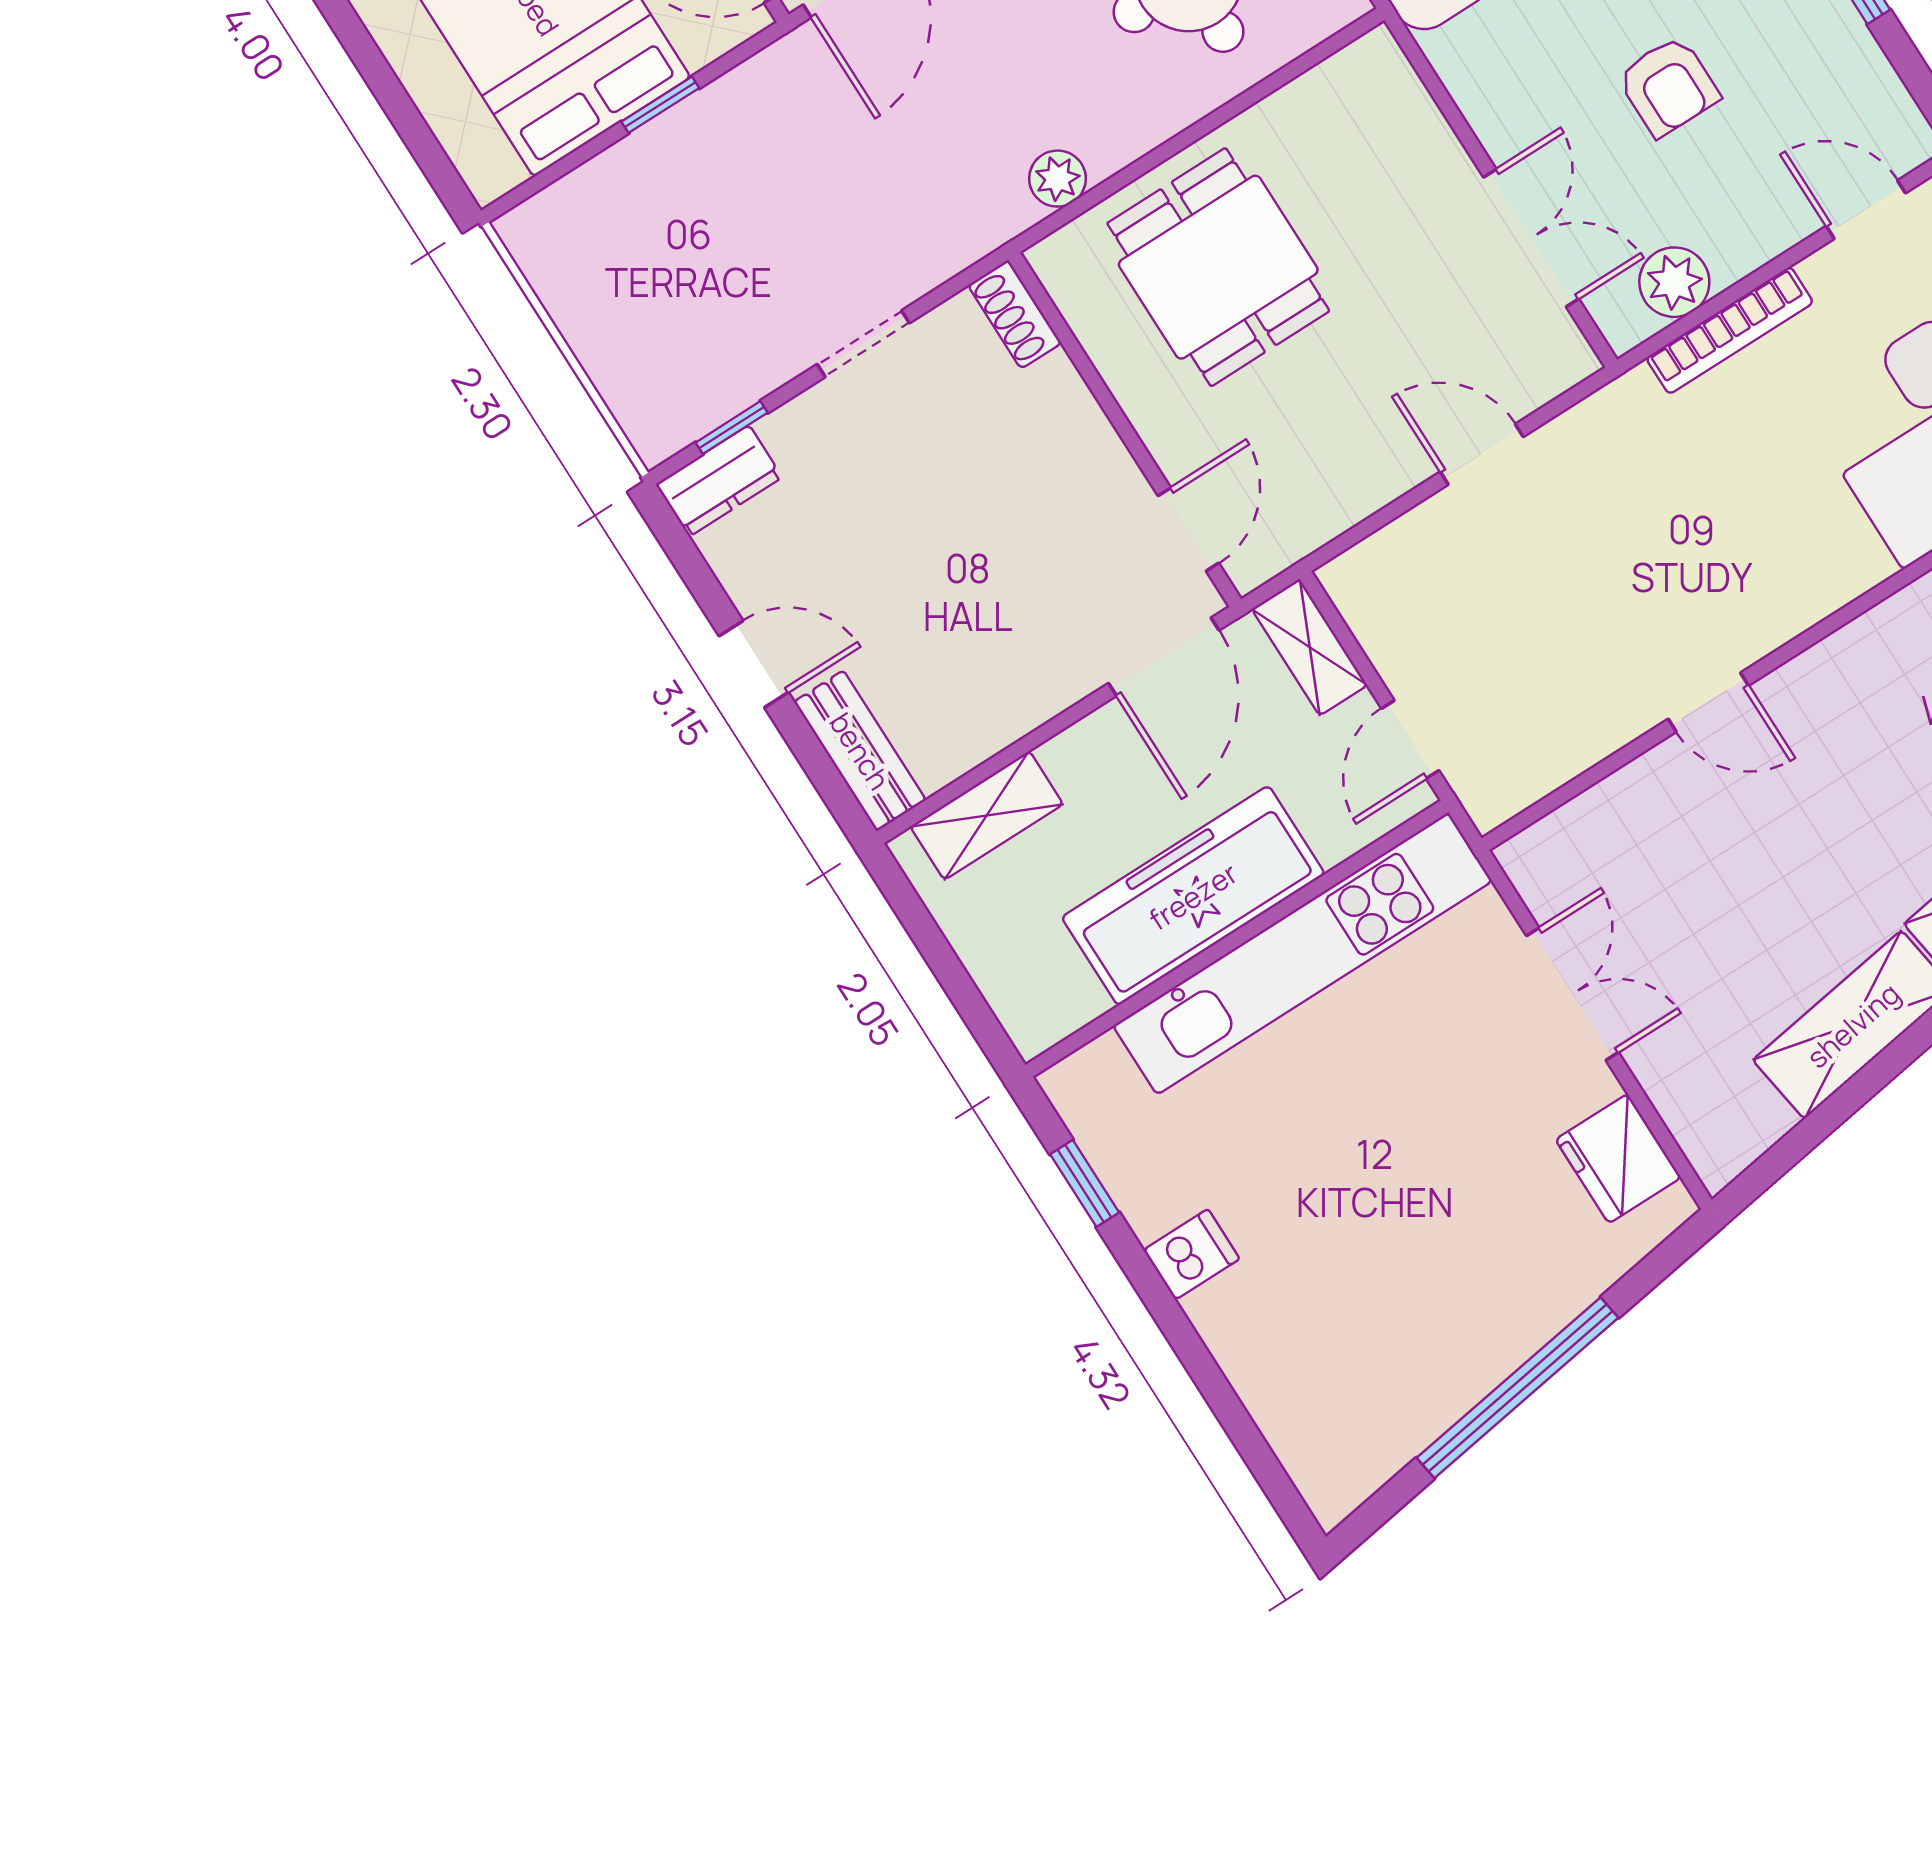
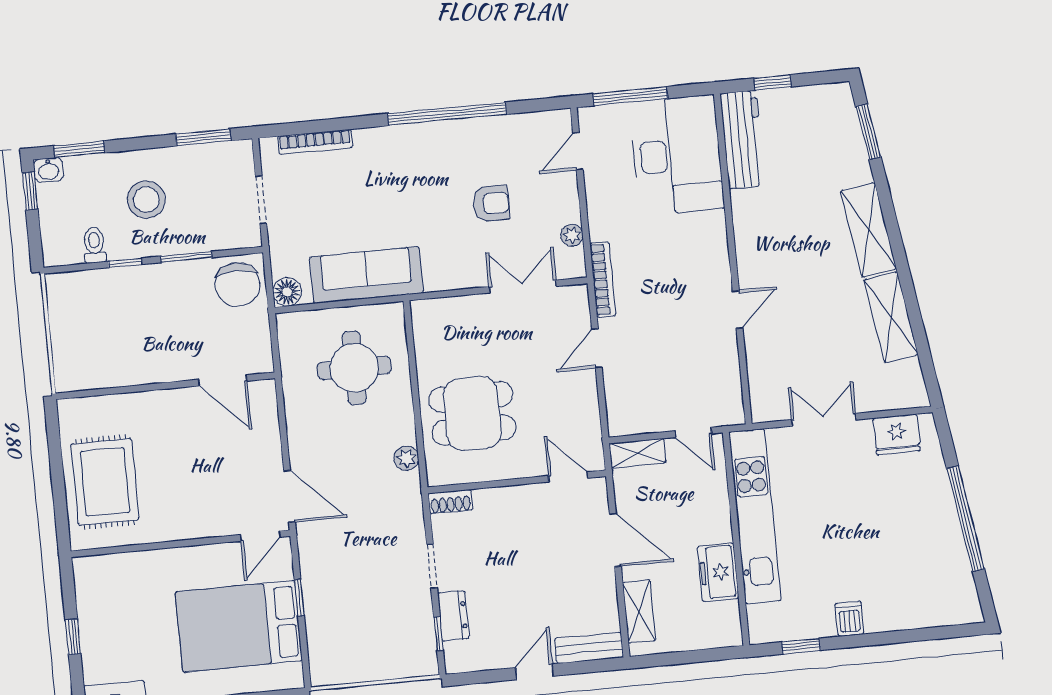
plant: (1674, 282) -> (572, 235), width x0.73, depth x0.73
bookcase: (1730, 330) -> (603, 280), moved
dresser: (719, 481) -> (453, 616), moved
door: (1164, 657) -> (615, 540), moved
freezer: (1193, 896) -> (718, 572), width x0.52, depth x0.79

